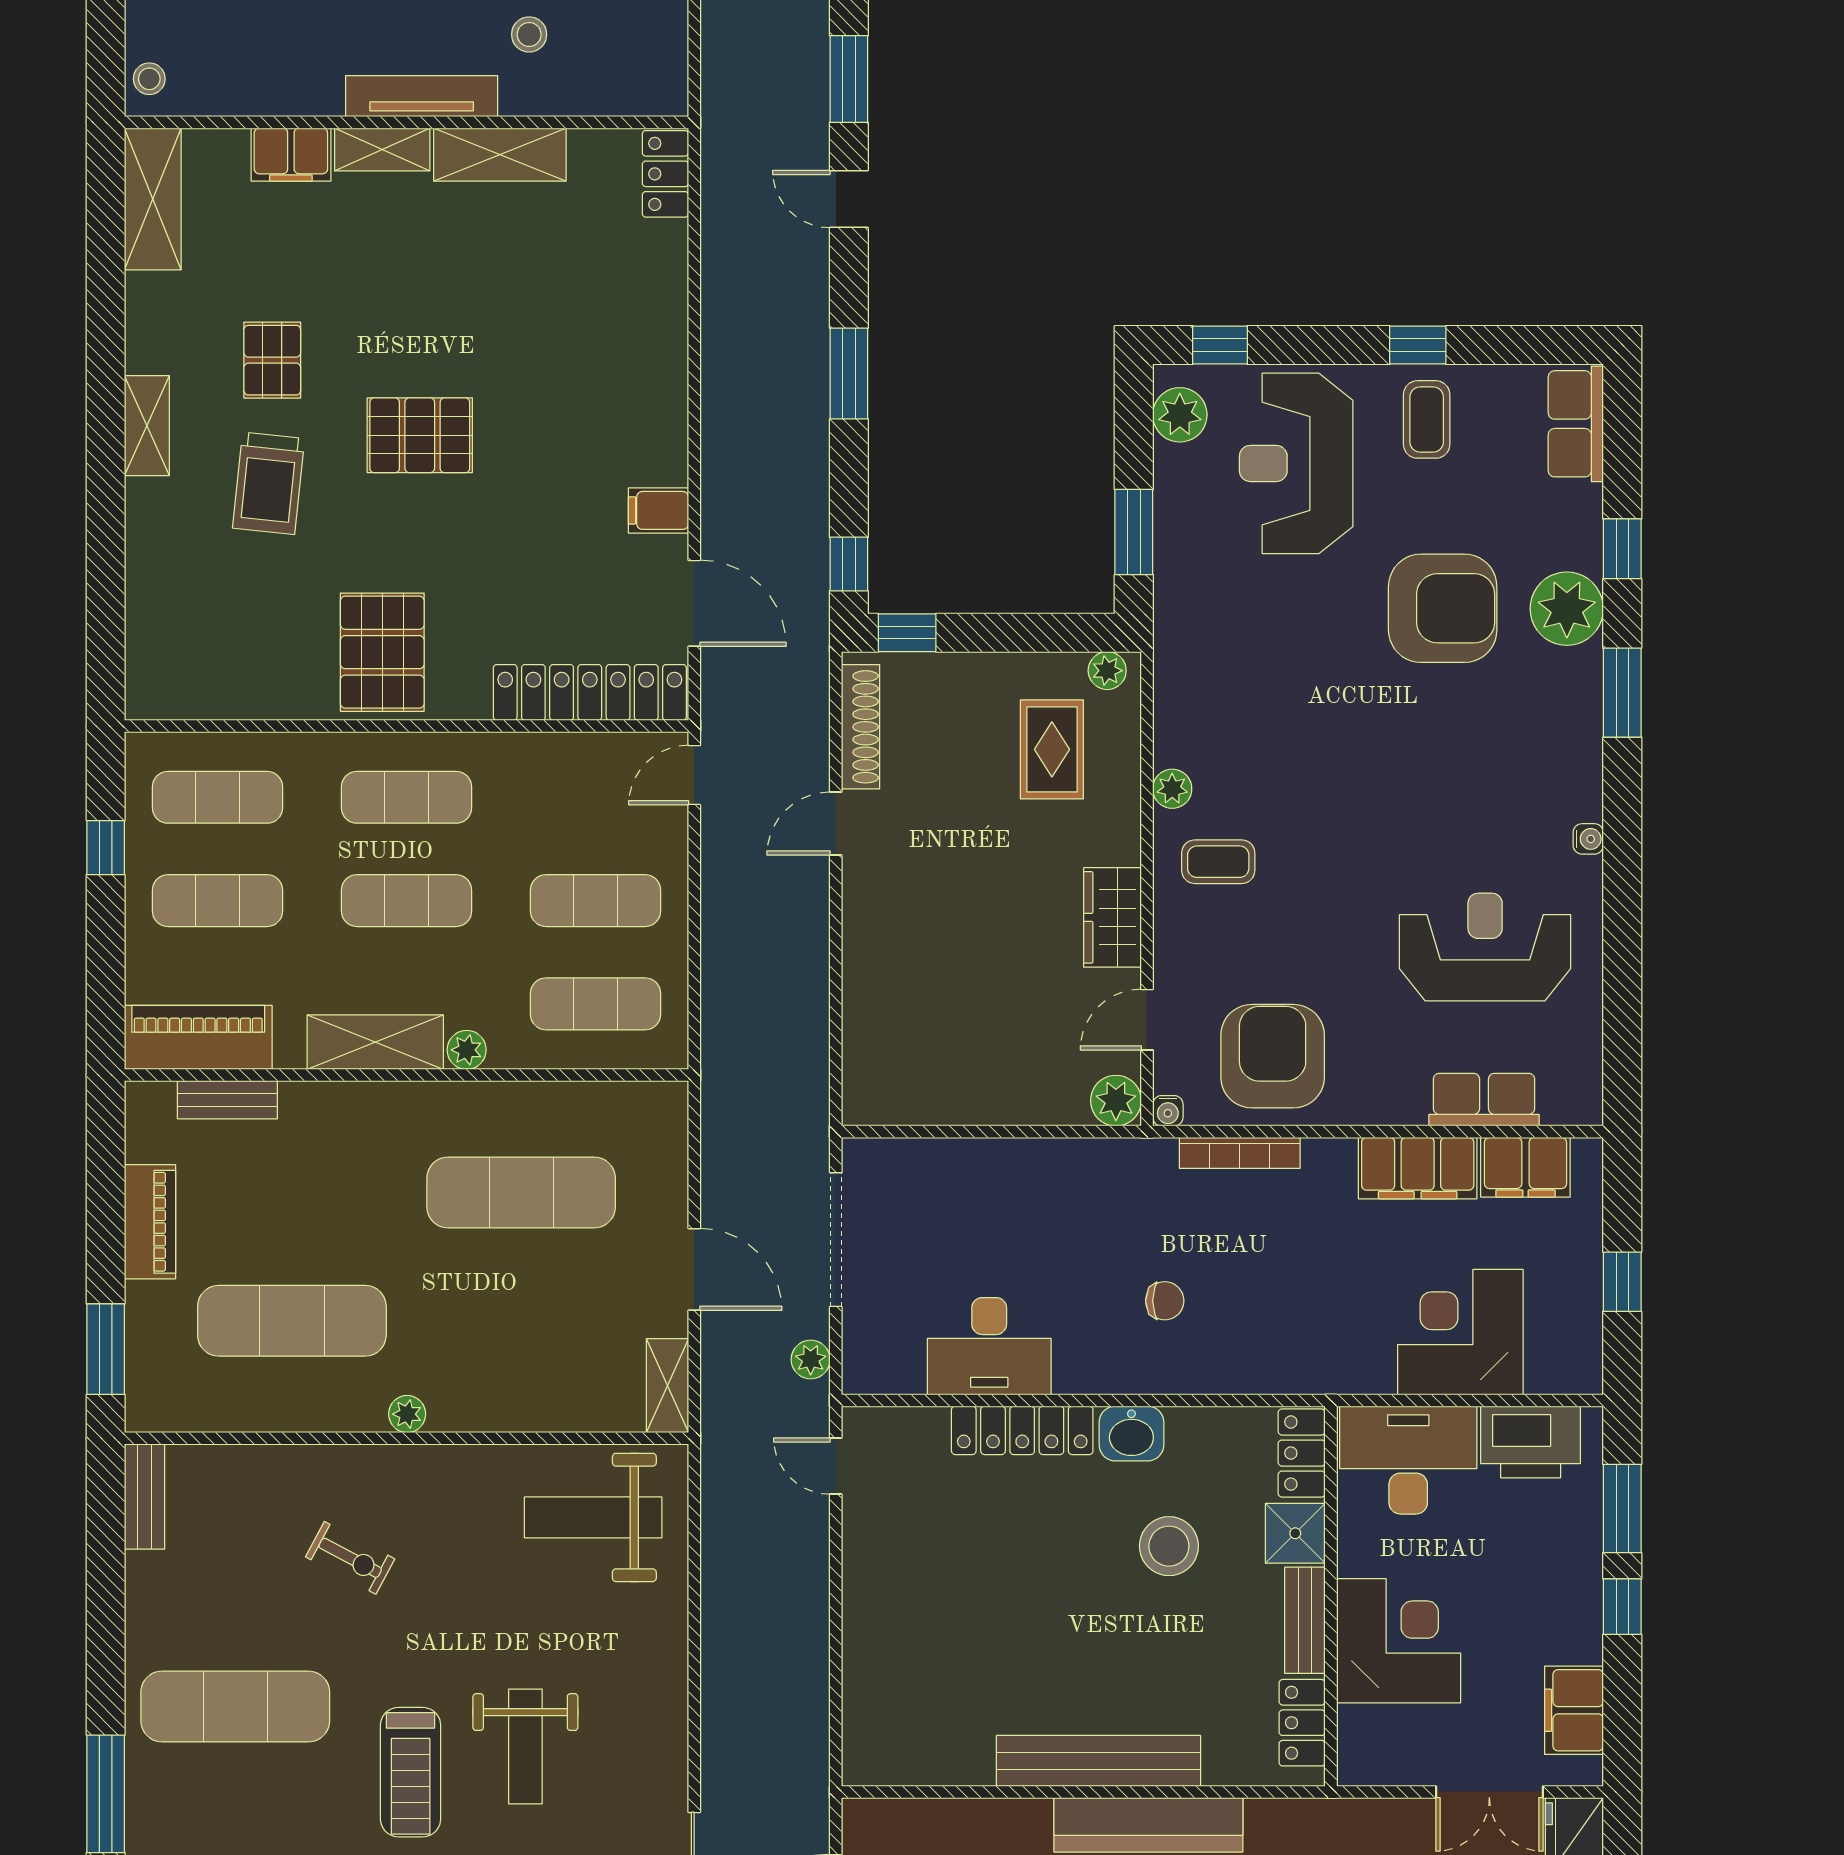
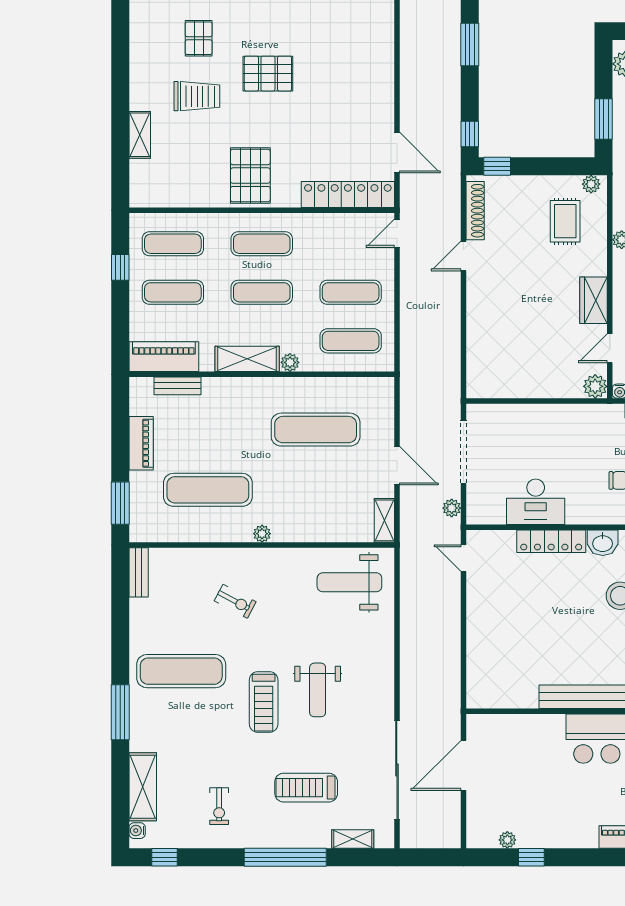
shelving: (147, 426) -> (140, 135), moved
trolley: (269, 483) -> (197, 96), turned -96
filing cabinet: (658, 510) -> (380, 109), removed

